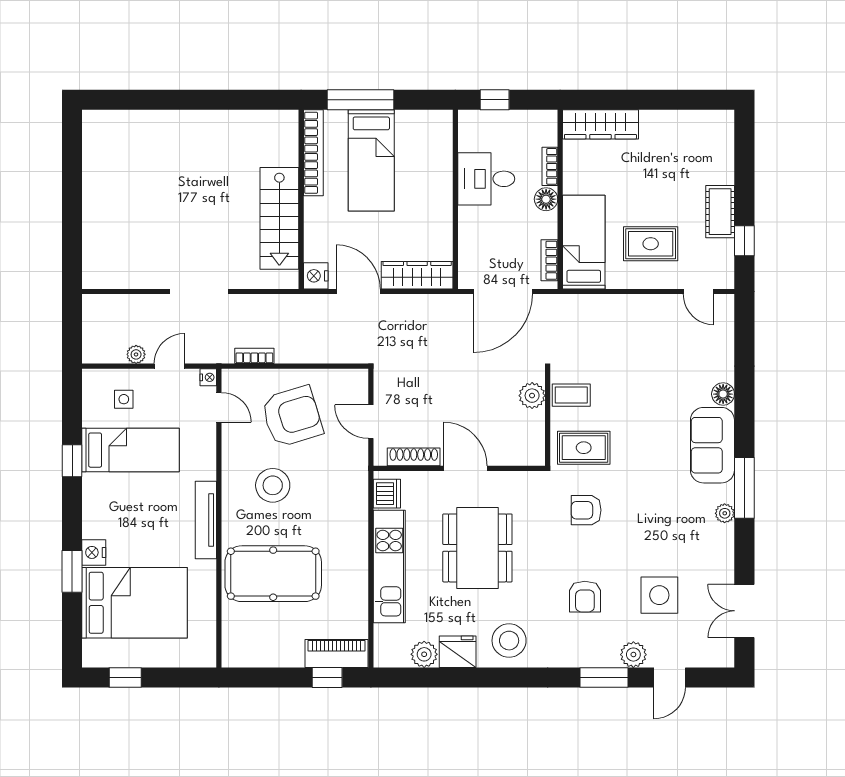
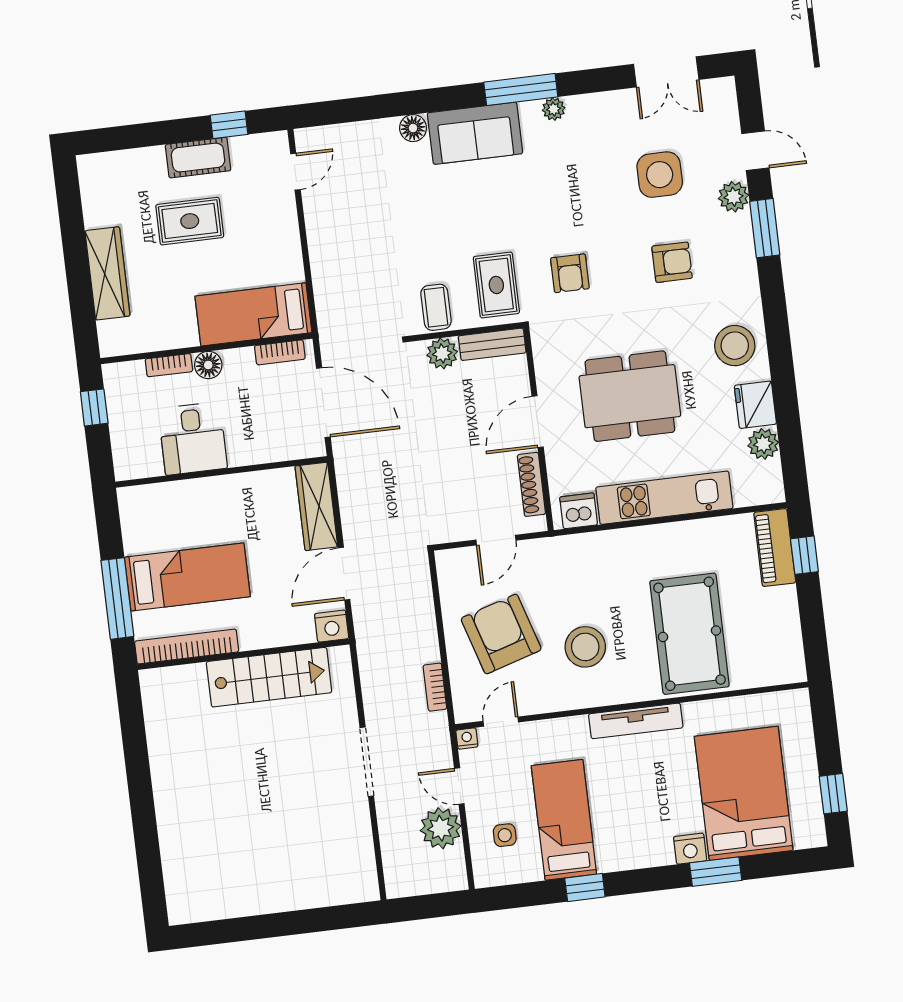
window: (495, 100) -> (94, 407), moved
wardrobe: (600, 124) -> (107, 273), moved
rug: (651, 244) -> (190, 221), moved, turned 90
plant: (136, 354) -> (441, 828), width x1.87, depth x1.87
bench: (535, 438) -> (492, 344), added

